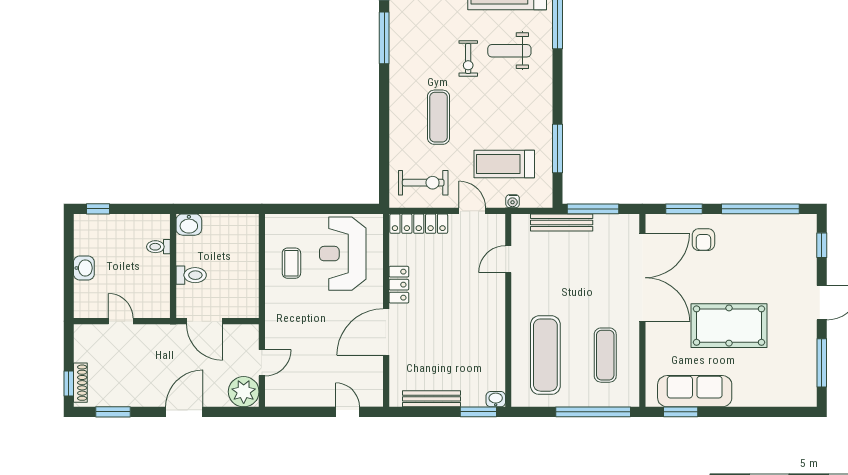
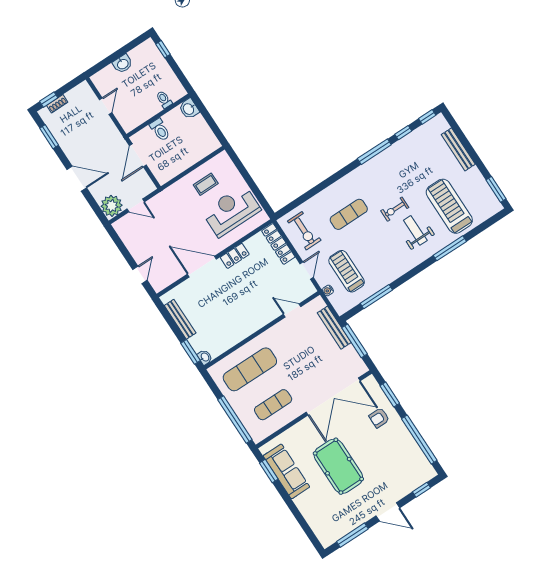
shoe rack: (80, 383) -> (57, 104), width x0.70

